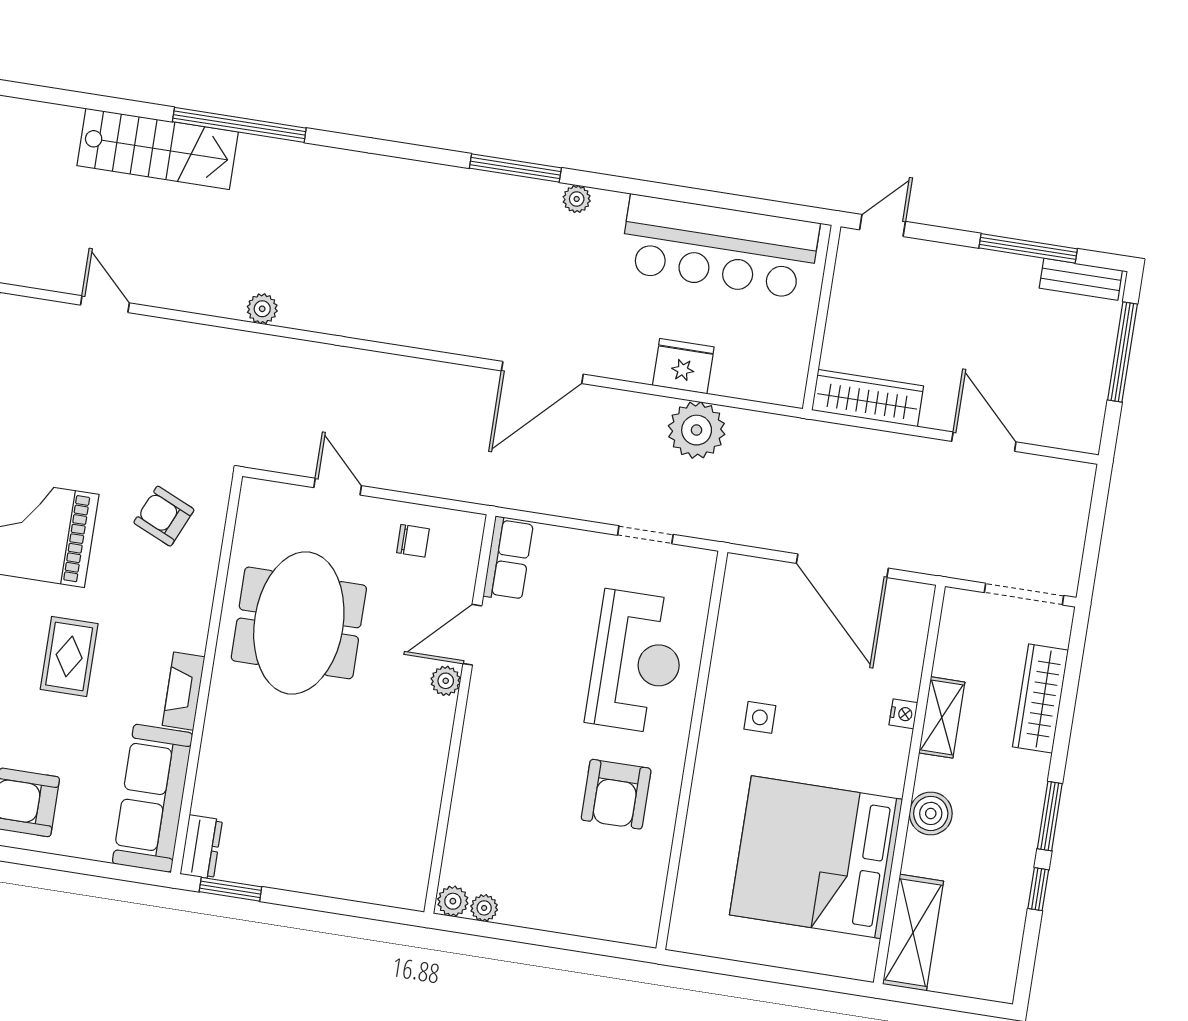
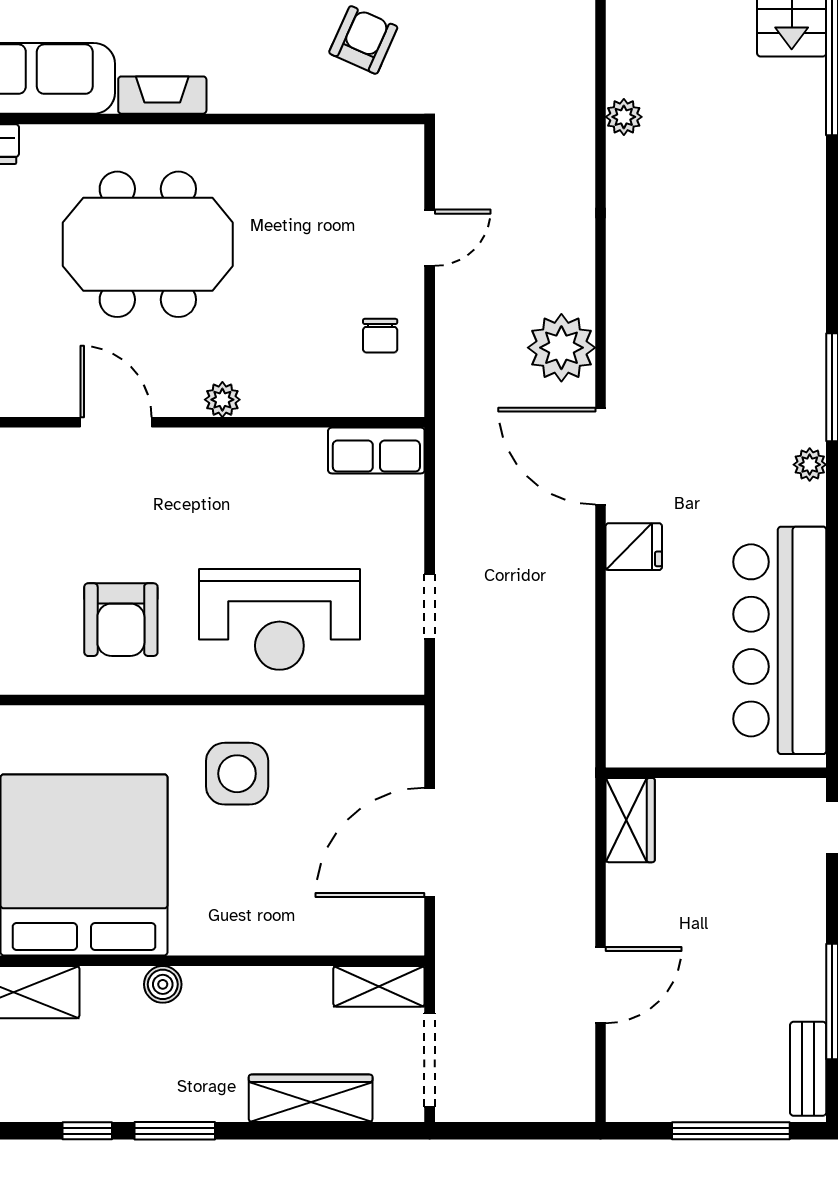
fridge: (683, 366) -> (634, 547), moved, width x0.72
wardrobe: (868, 398) -> (630, 820), width x0.67
plant: (697, 430) -> (561, 348), moved
meeting table: (299, 623) -> (148, 244), moved
door: (472, 635) -> (116, 422), moved
nightstand: (903, 714) -> (268, 941), removed
side table: (760, 717) -> (237, 774), width x1.87, depth x1.87
shelving: (942, 717) -> (379, 986), moved
armchair: (616, 794) -> (121, 620), turned -90
boiler: (931, 813) -> (163, 984), width x0.73, depth x0.73

